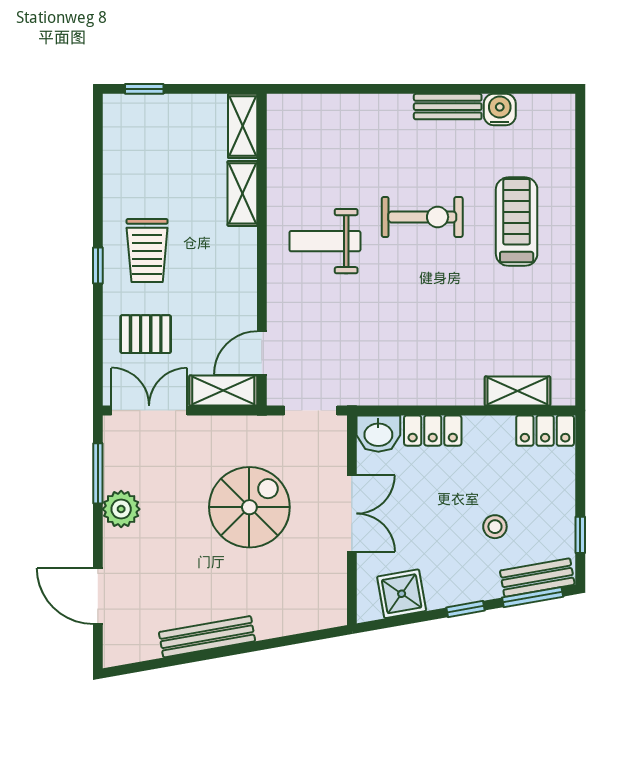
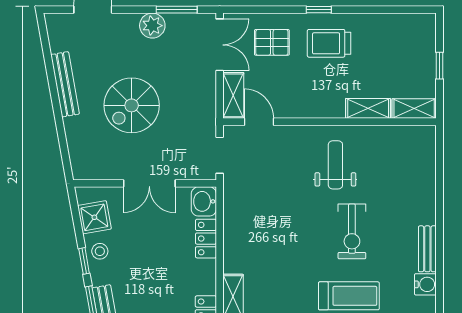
window: (144, 89) -> (439, 66), moved
pallet: (146, 334) -> (272, 42), turned 90
spiral stairs: (249, 507) -> (132, 105), moved, turned 90
stool: (495, 527) -> (100, 251), moved

